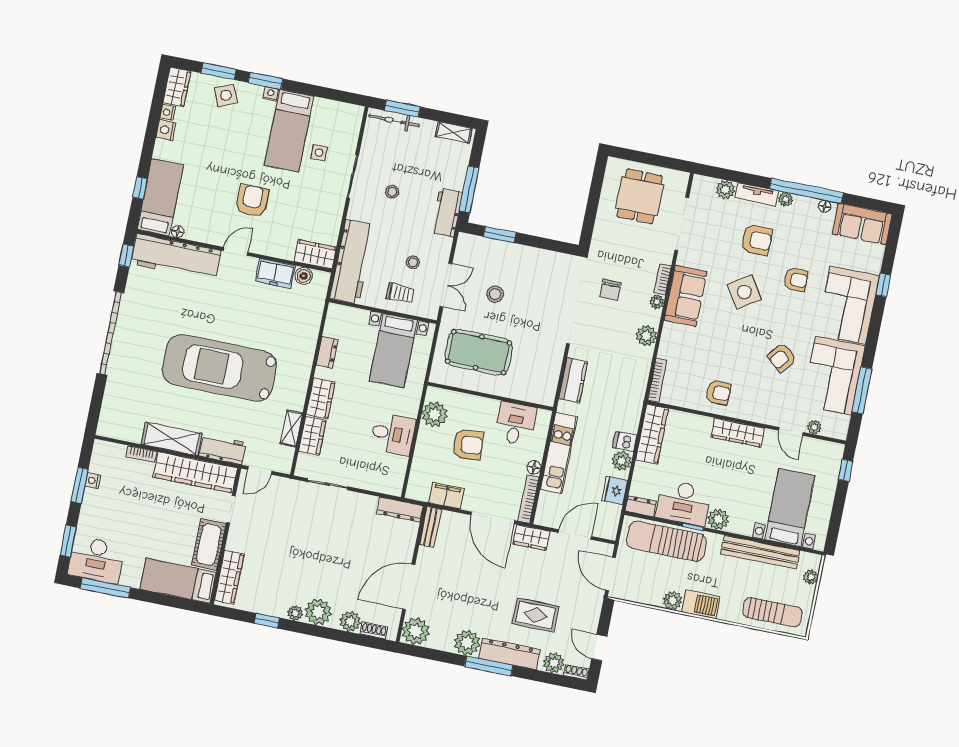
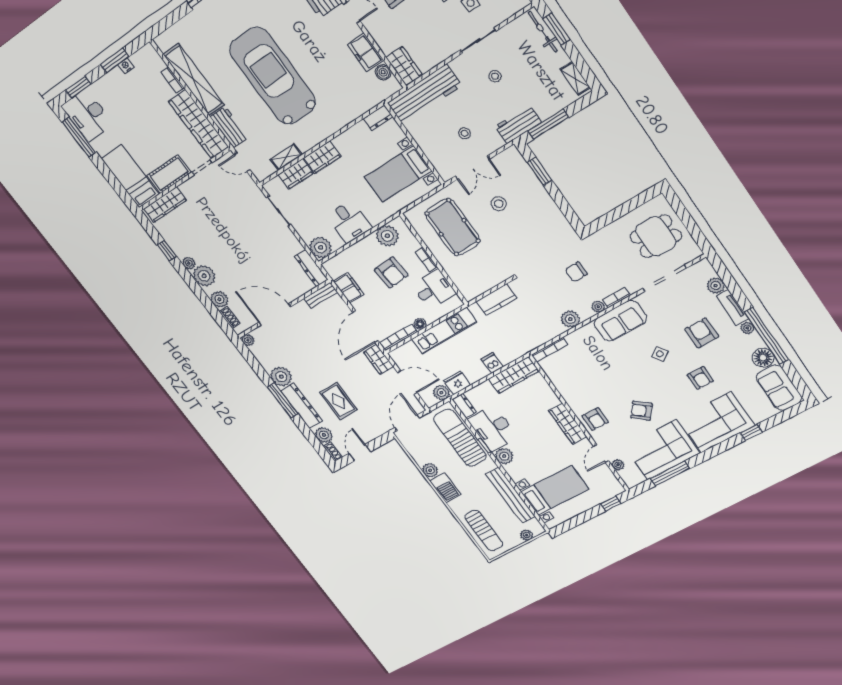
floor lamp: (824, 206) -> (763, 358), width x1.89, depth x1.89
armchair: (757, 240) -> (702, 333), turned 180
side table: (744, 292) -> (660, 354), width x0.54, depth x0.54
trolley: (400, 293) -> (437, 144), removed
dresser: (327, 352) -> (378, 118), moved
armchair: (718, 393) -> (595, 419), moved
bookcase: (485, 403) -> (426, 259), added
shelving: (172, 439) -> (194, 80), width x1.47
plant: (622, 461) -> (441, 393), moved
plant: (391, 482) -> (321, 247), added
plant: (416, 631) -> (248, 340), width x0.53, depth x0.53

